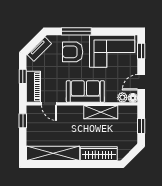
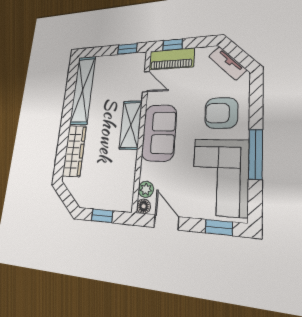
window: (76, 31) -> (256, 154), moved
armchair: (73, 52) -> (221, 113), turned -90
window: (23, 76) -> (173, 45), moved
door: (49, 104) -> (146, 82), swing flipped
shelving: (101, 112) -> (131, 125), moved

